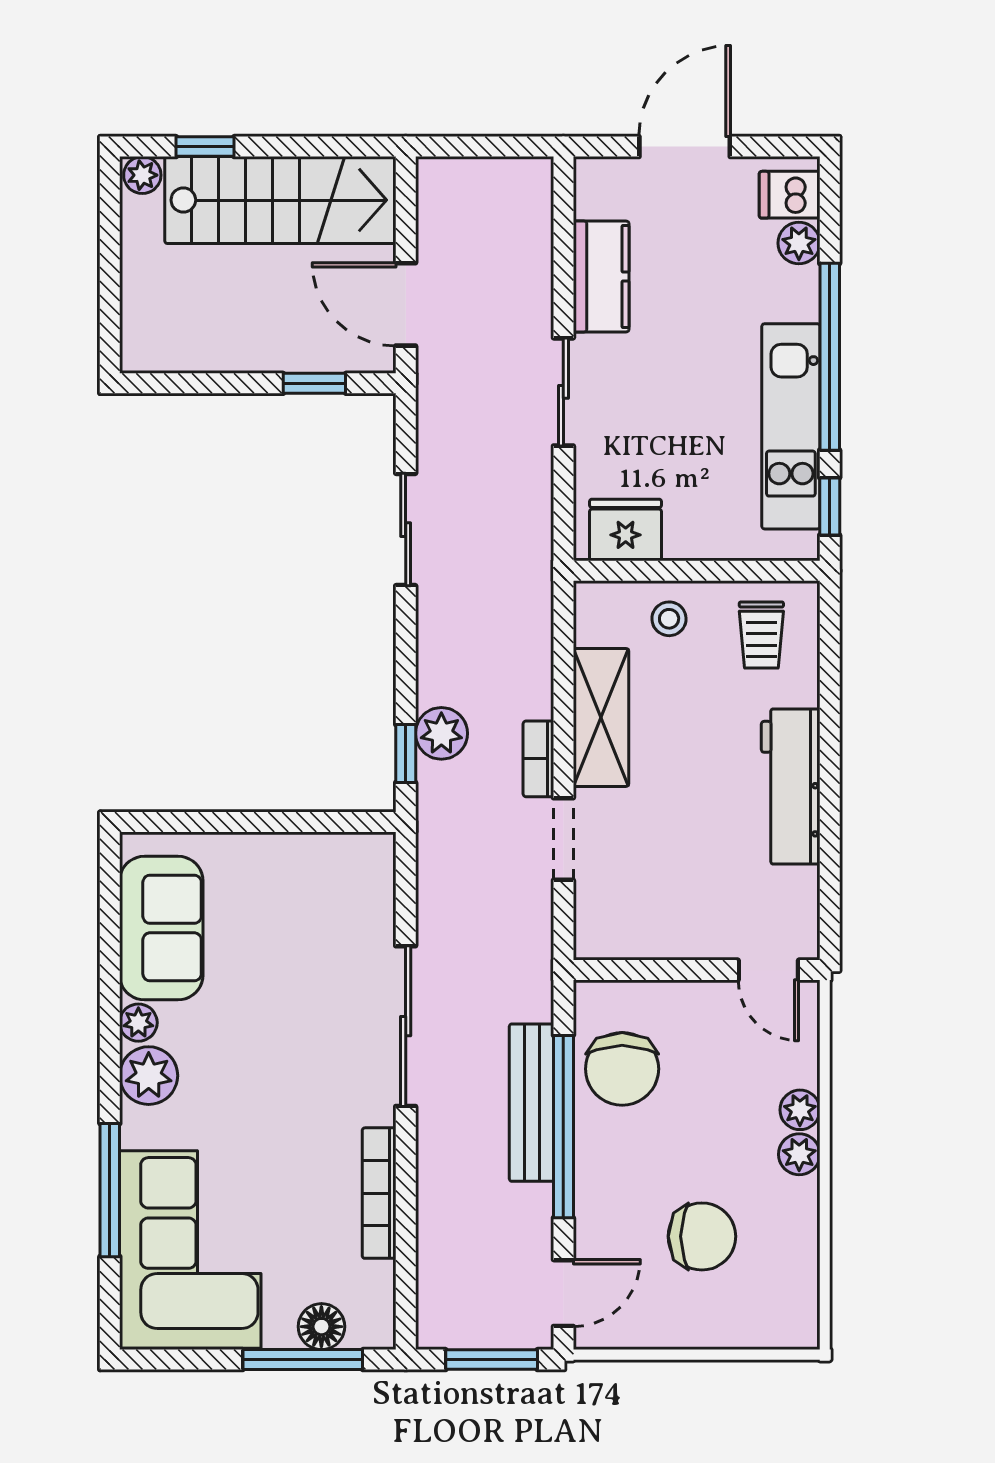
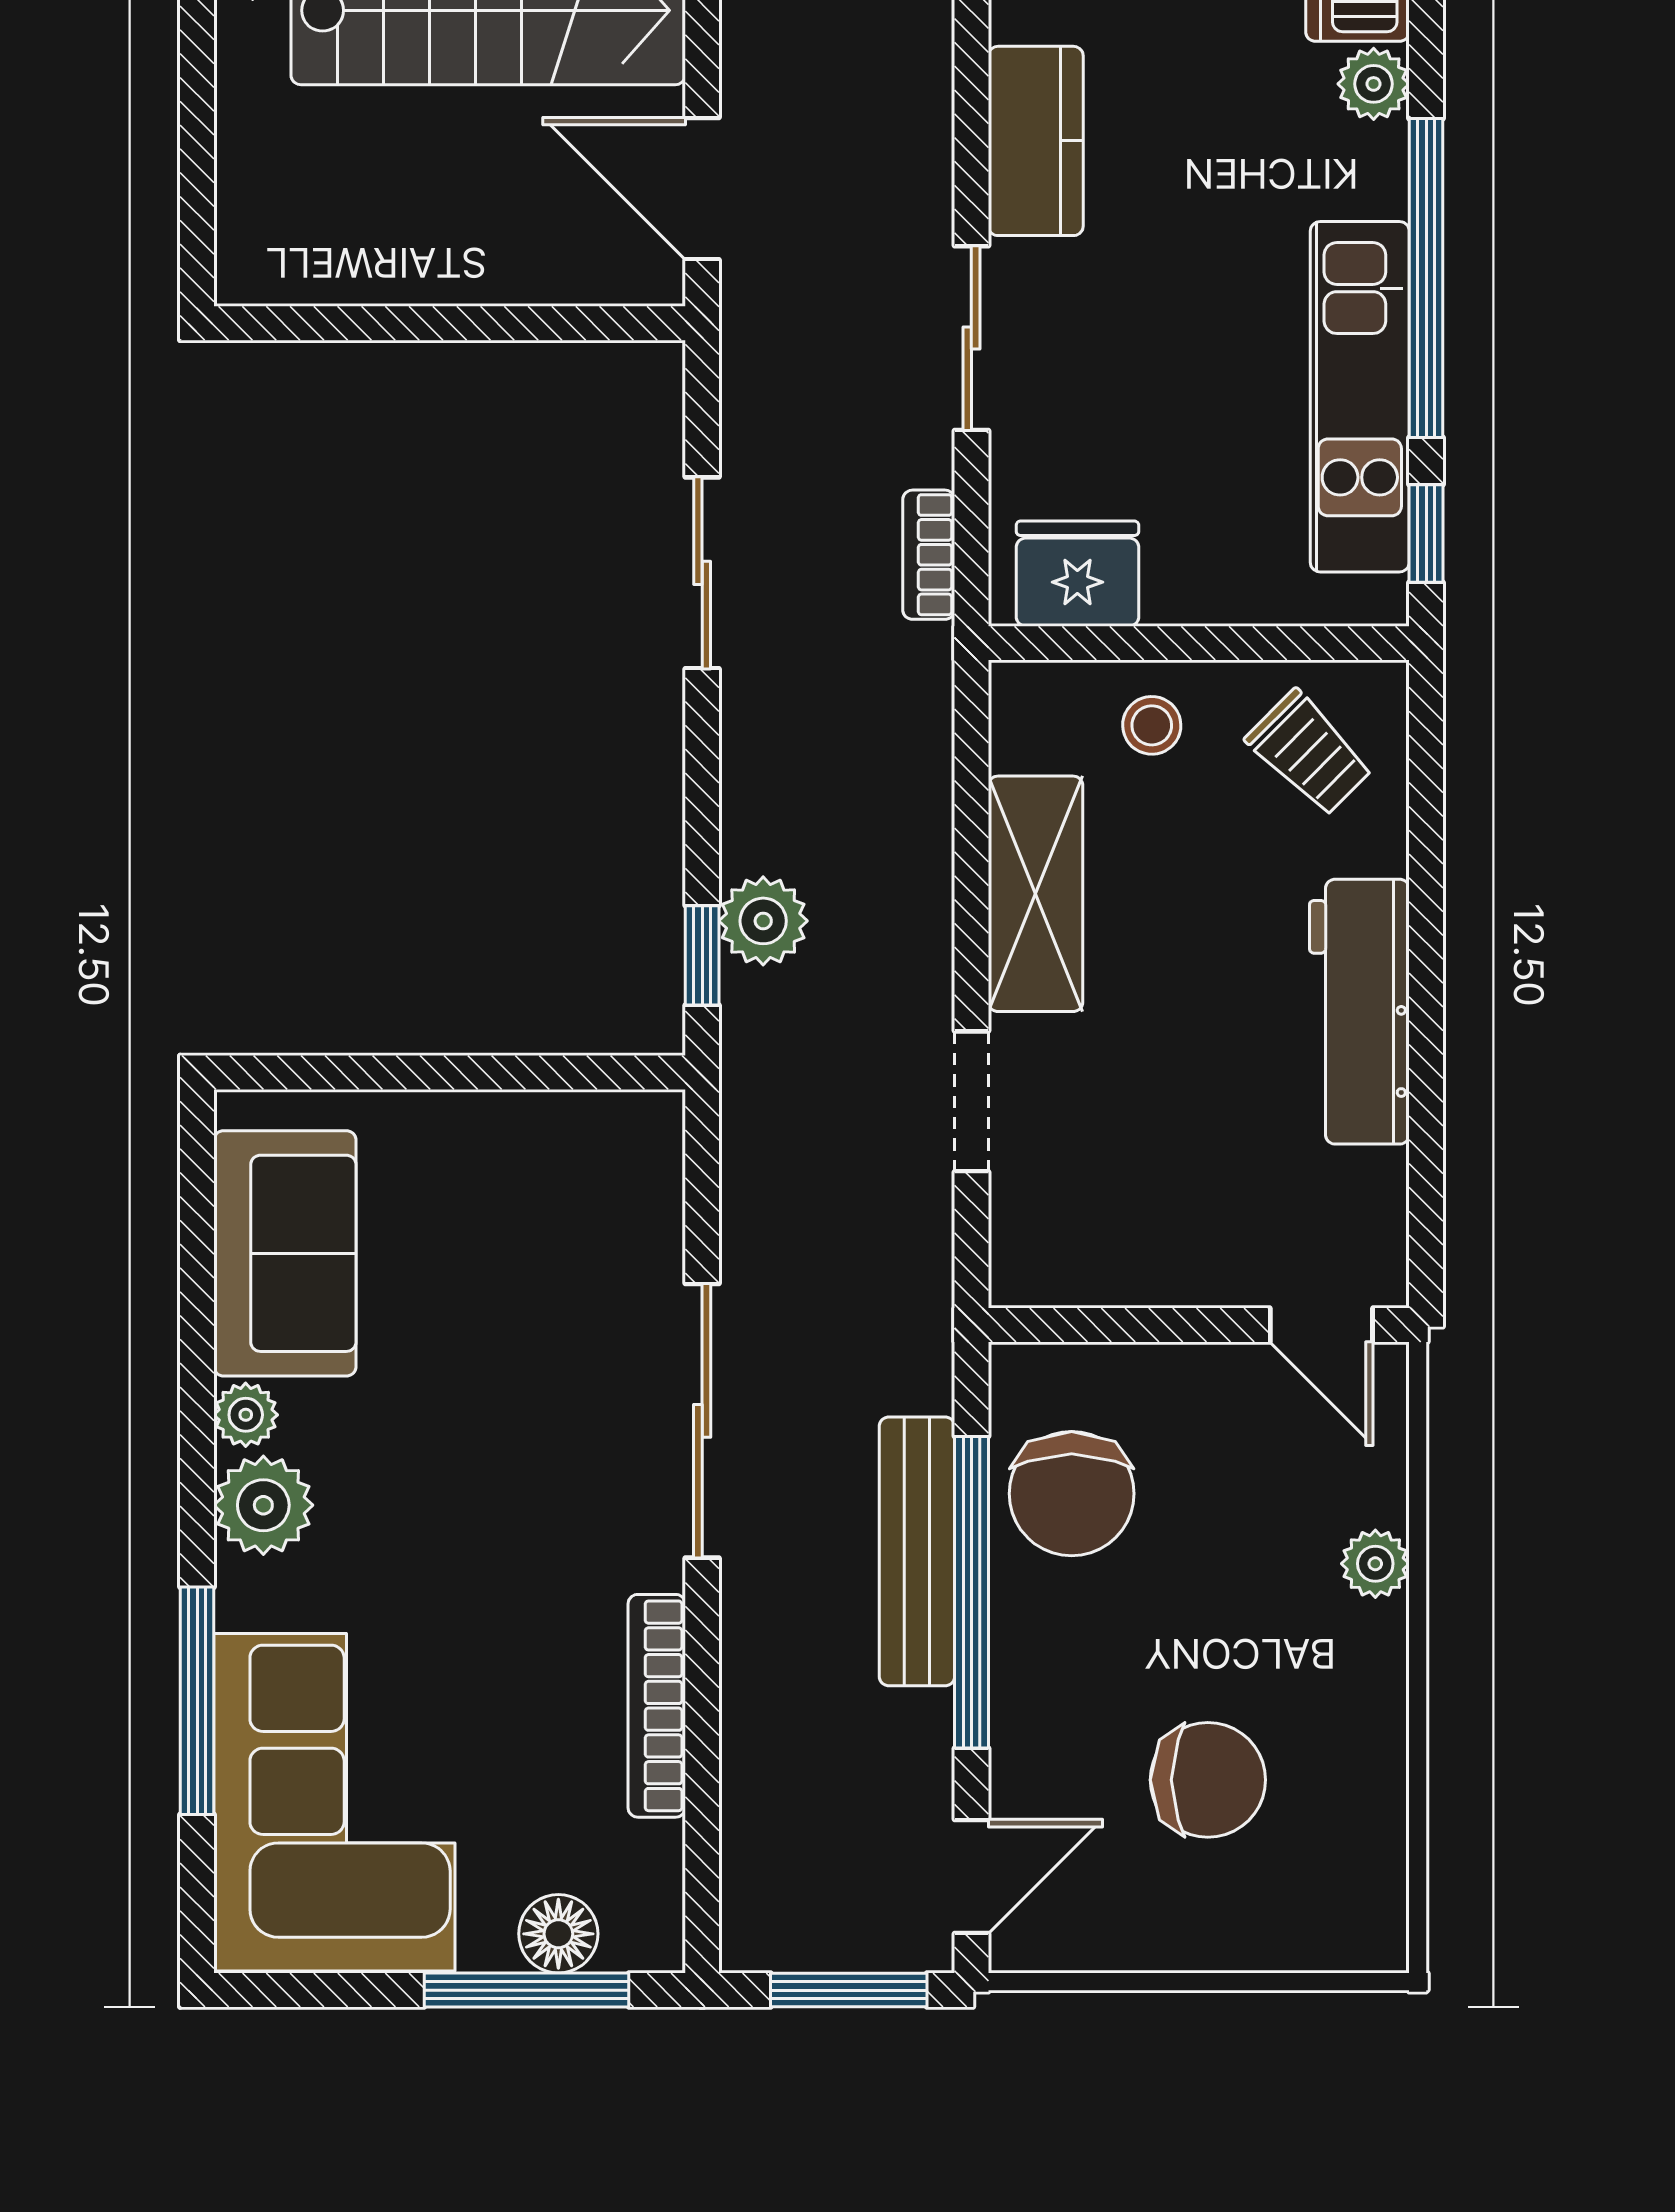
window: (314, 383) -> (546, 323), removed
trolley: (761, 635) -> (1309, 753), turned -45
bookcase: (538, 759) -> (929, 555), moved
plant: (799, 1154) -> (1374, 1640), removed

